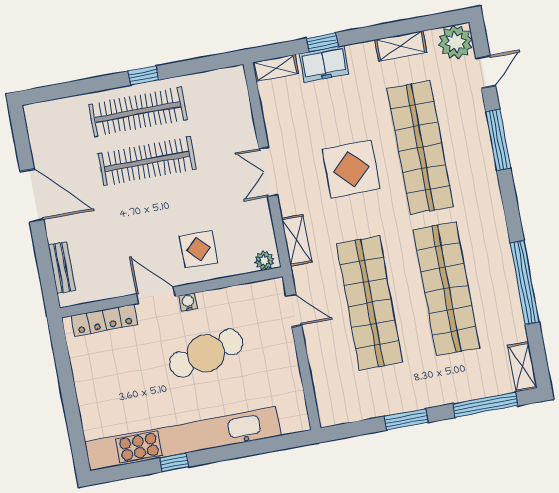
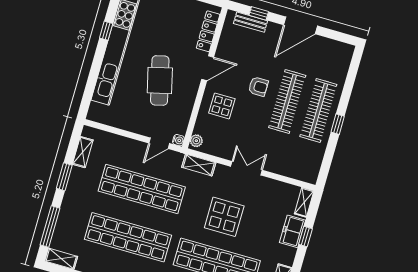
armchair: (146, 212) -> (258, 87), added
window: (44, 262) -> (259, 13), added
water cooler: (188, 302) -> (178, 140), moved
shelving: (359, 411) -> (83, 152), added

